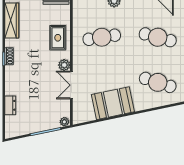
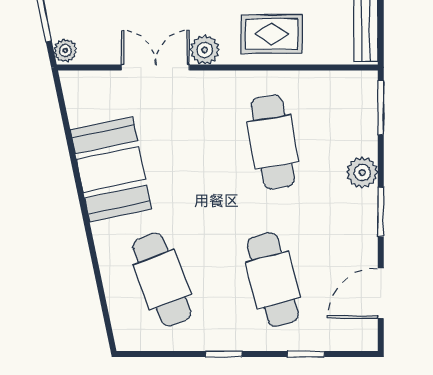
cafe table: (158, 37) -> (273, 280), turned -30
cafe table: (158, 82) -> (162, 280), turned -39

